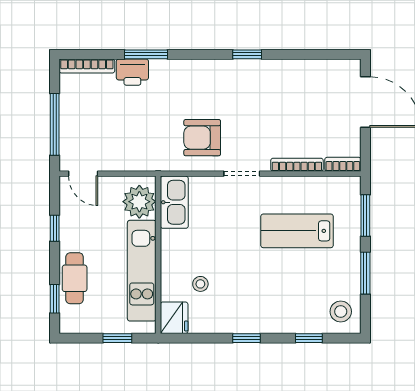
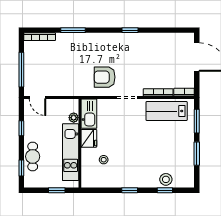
printer: (132, 72) -> (65, 40), removed
plant: (139, 202) -> (74, 118), width x0.53, depth x0.53
lab bench: (297, 231) -> (167, 111), moved
stool: (341, 312) -> (166, 179), moved
fridge: (174, 318) -> (89, 138), moved

